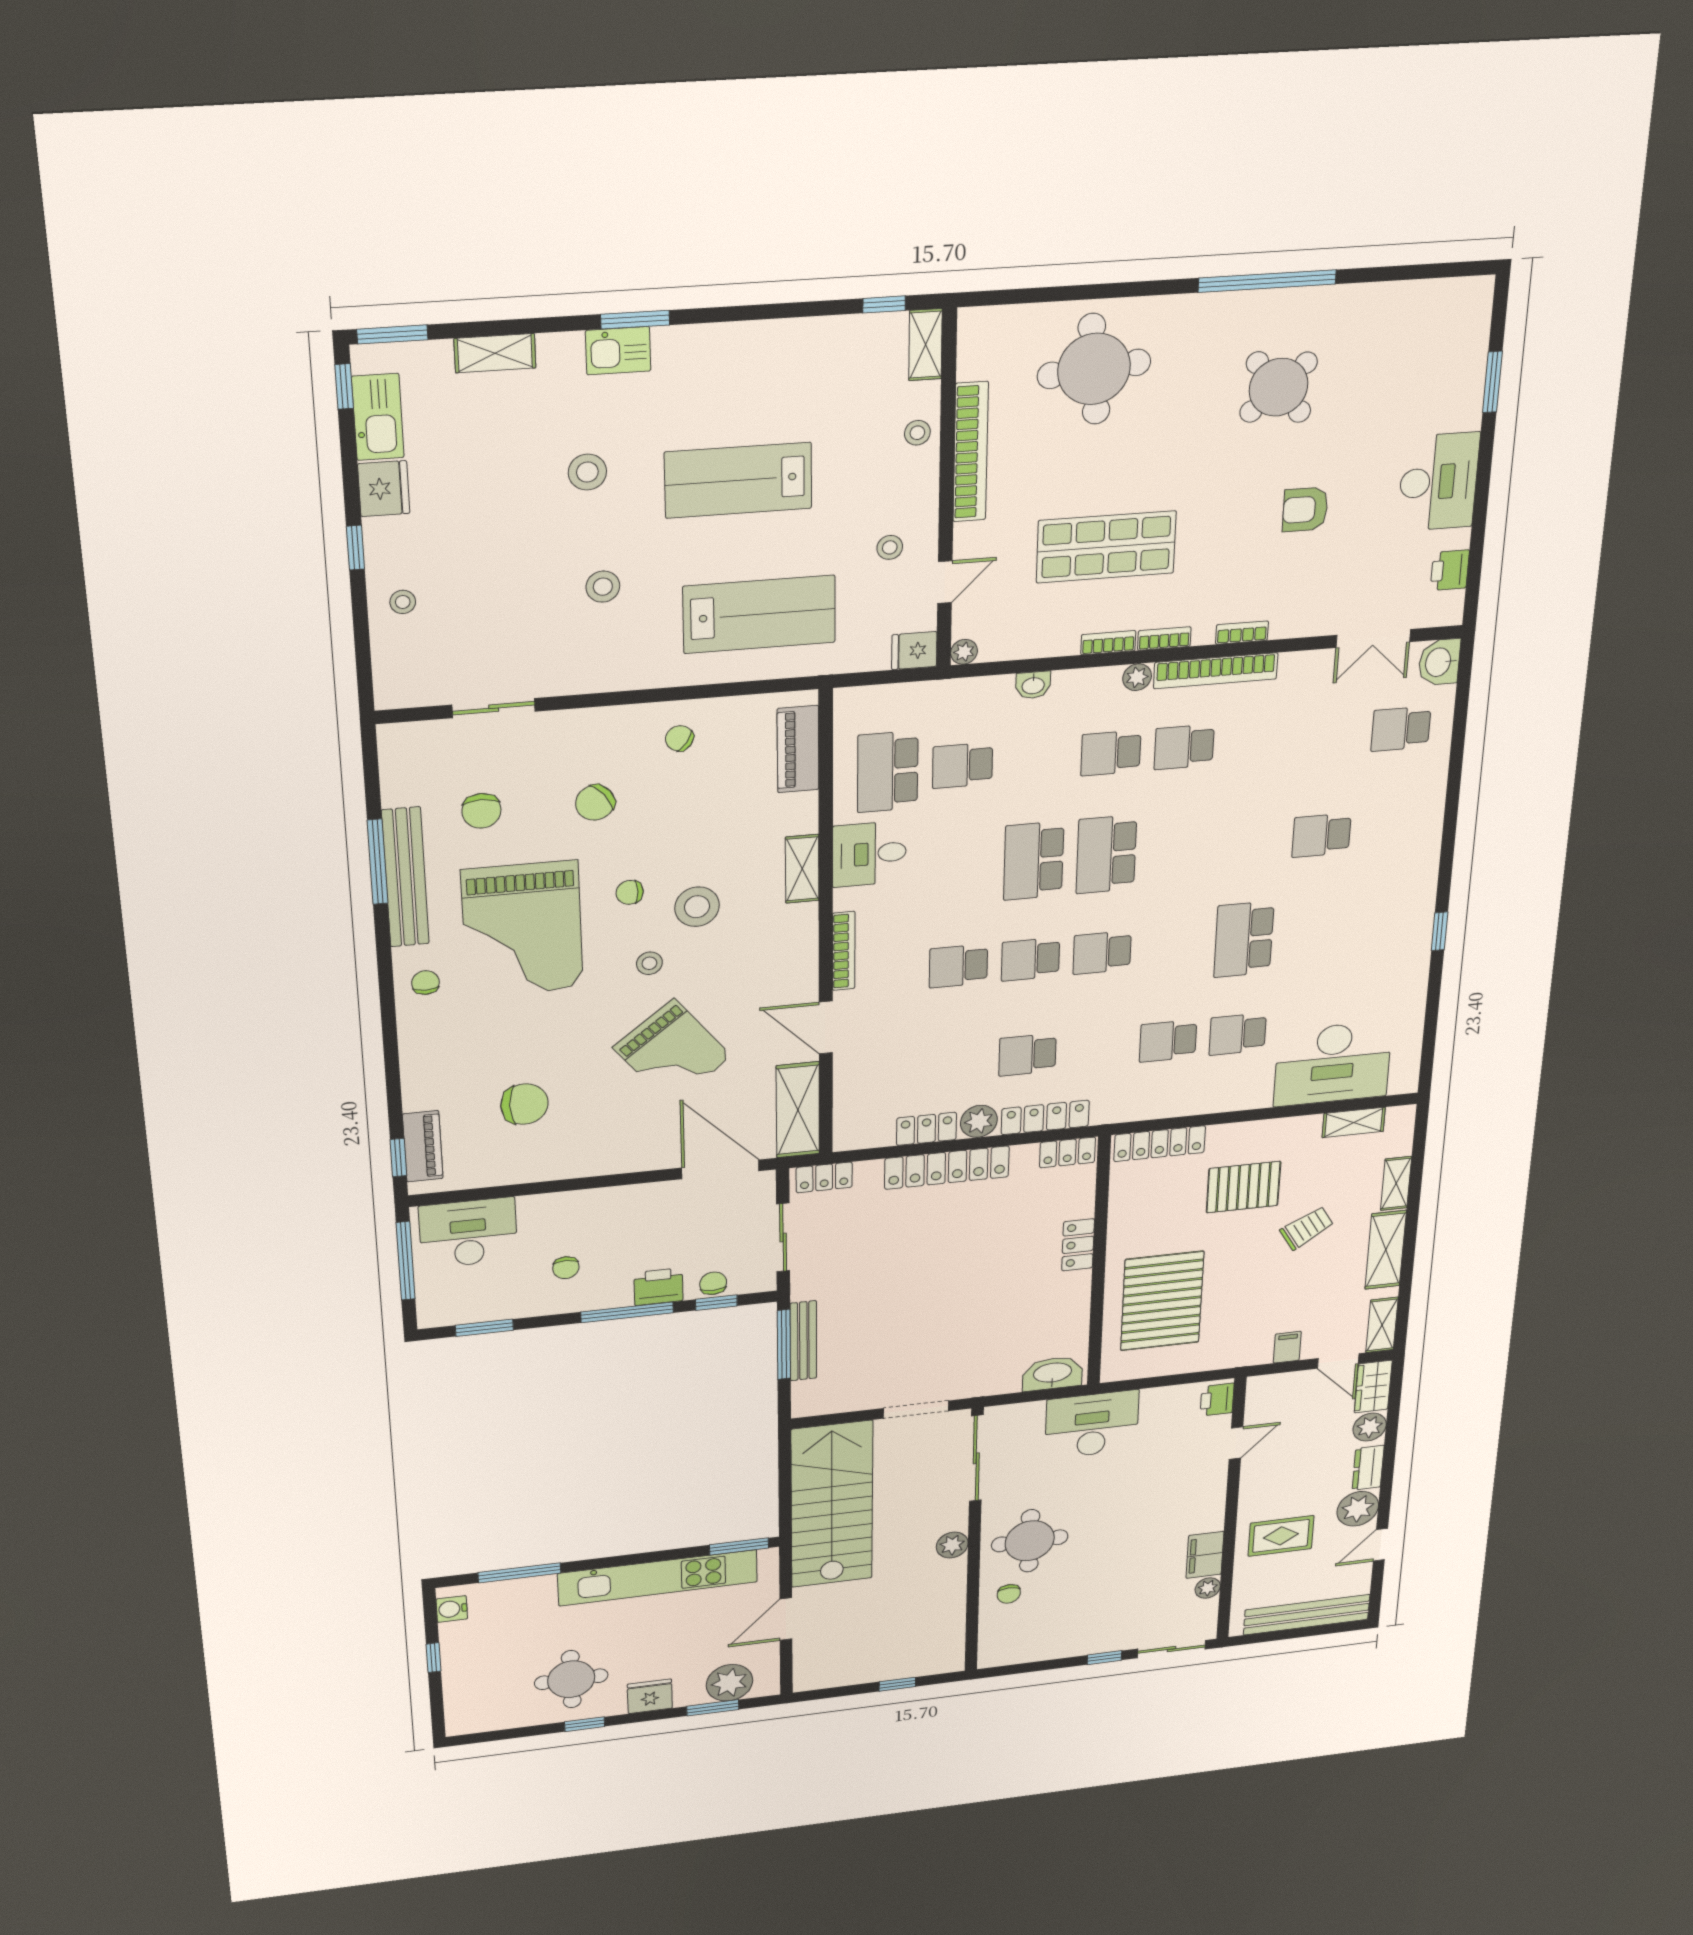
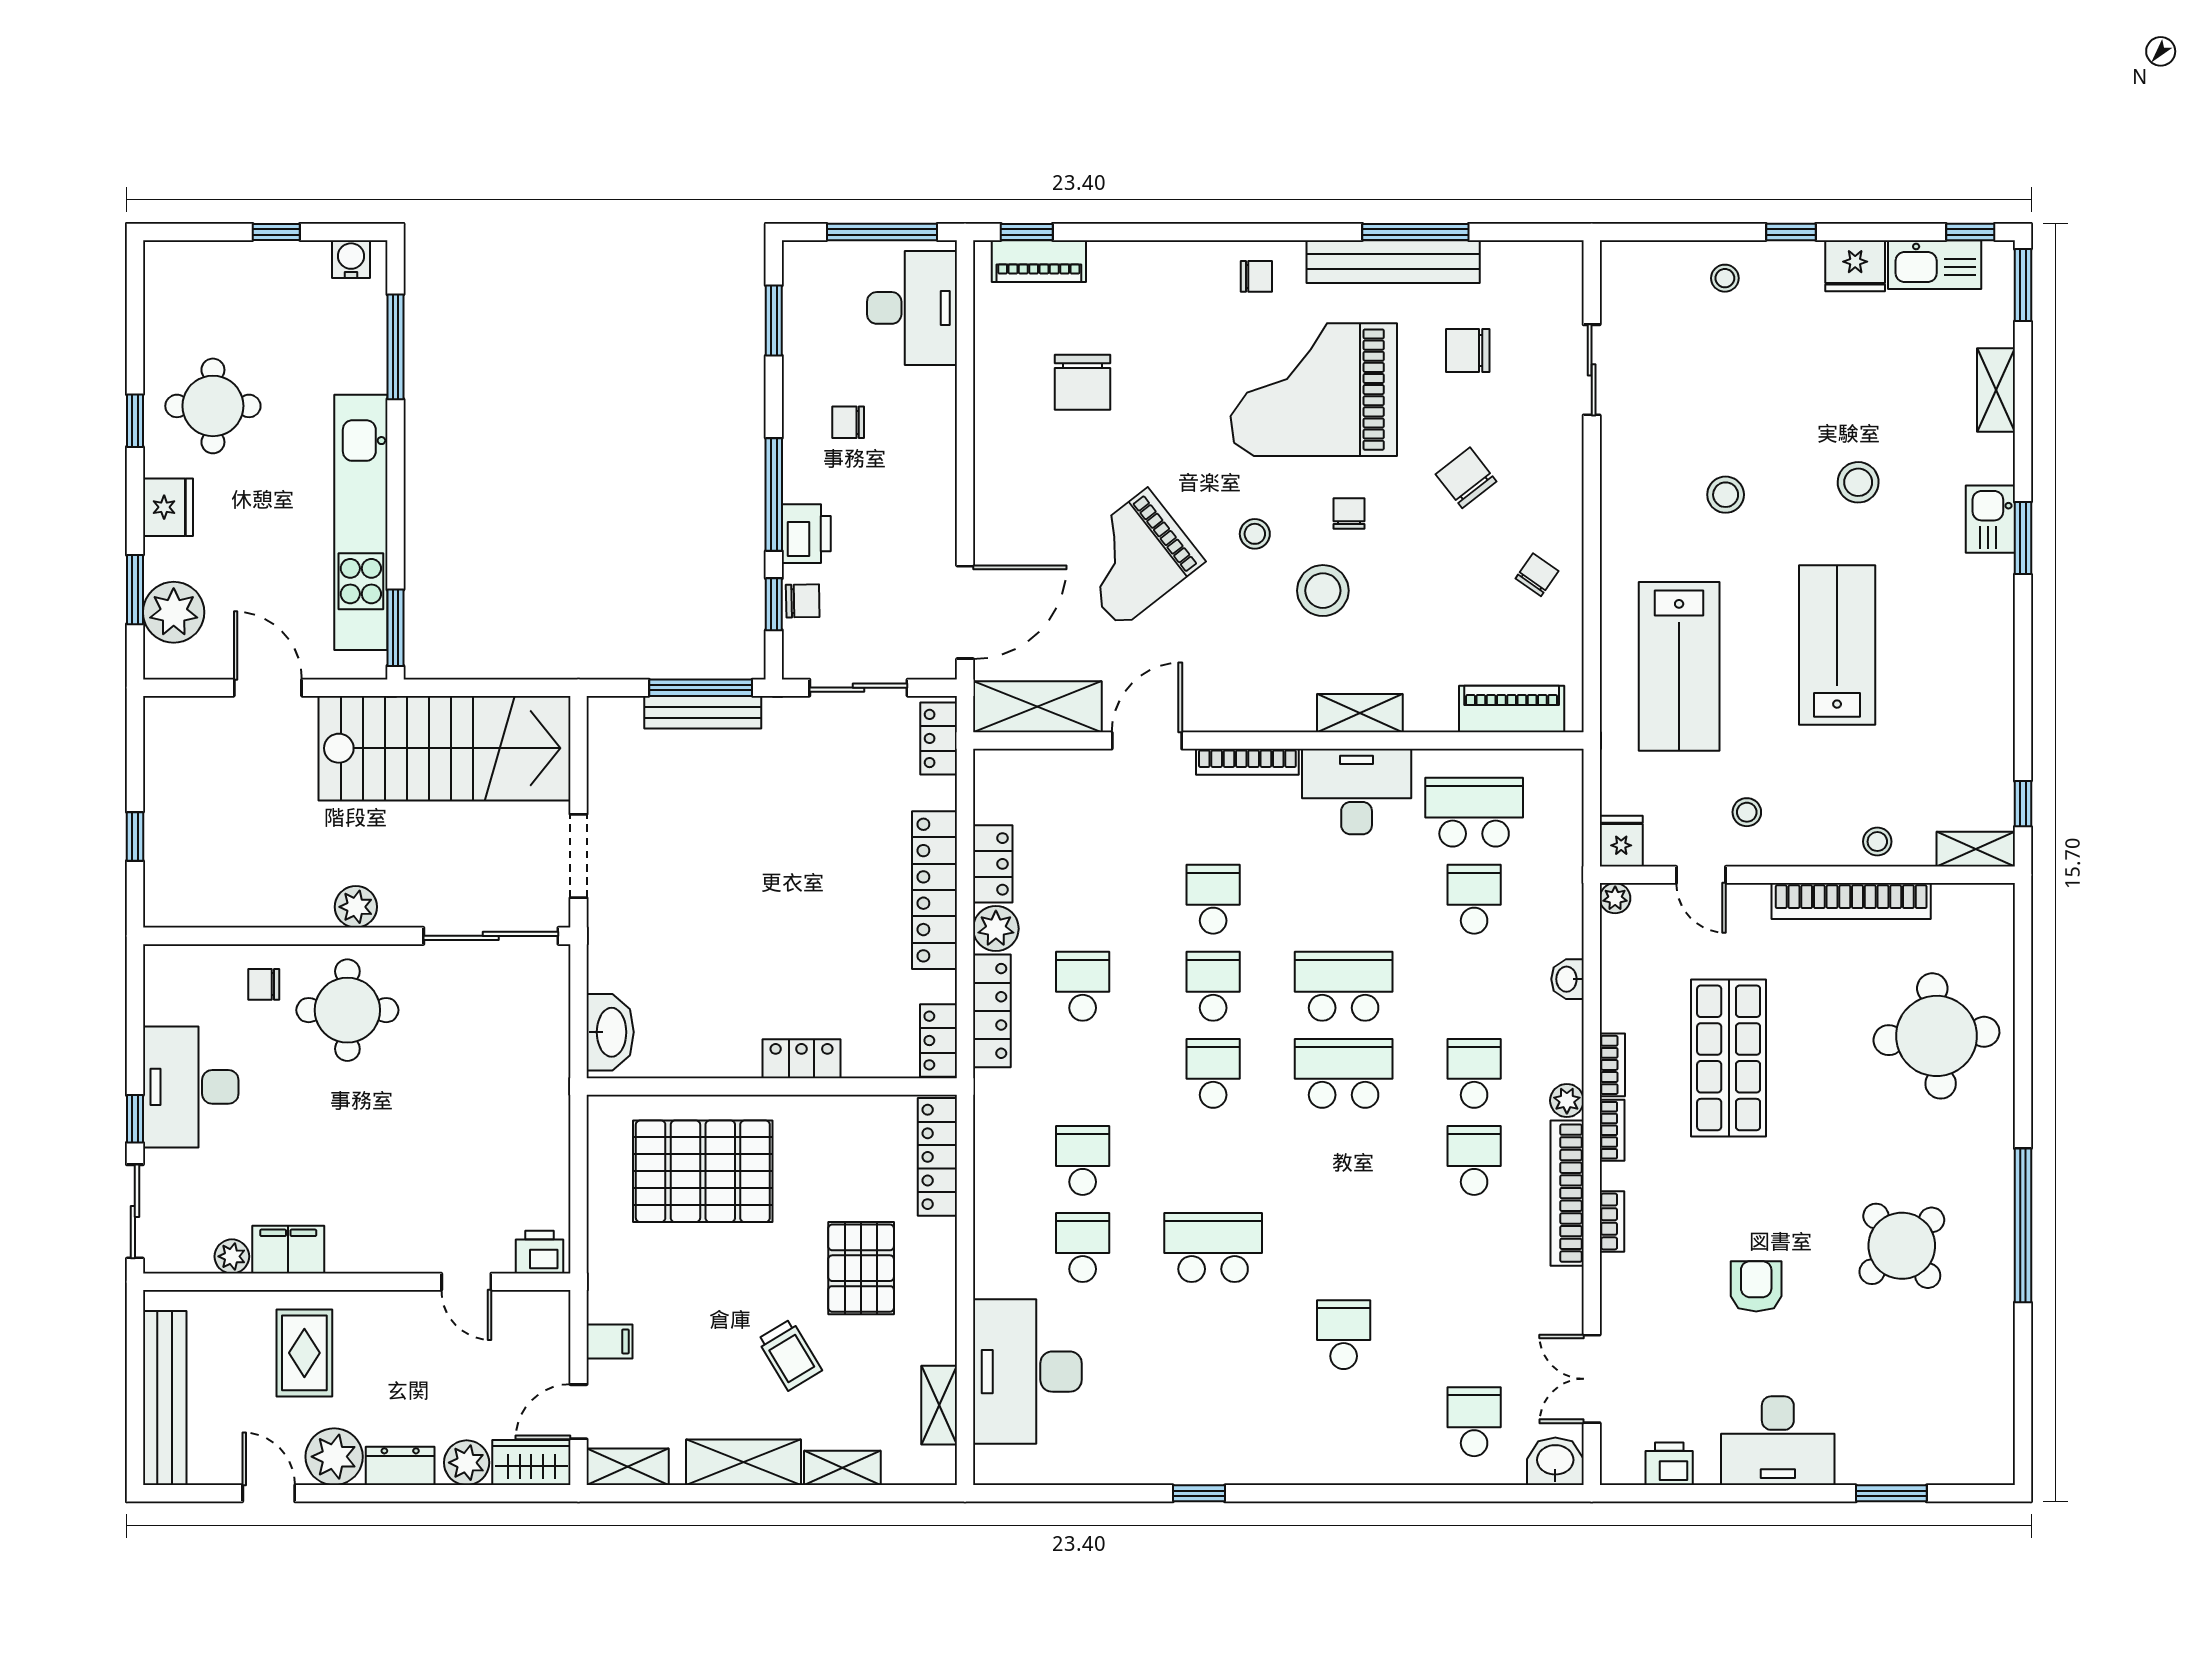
desk: (869, 854) -> (1357, 792), width x1.37
desk: (1092, 1425) -> (191, 1087), moved, turned 180

